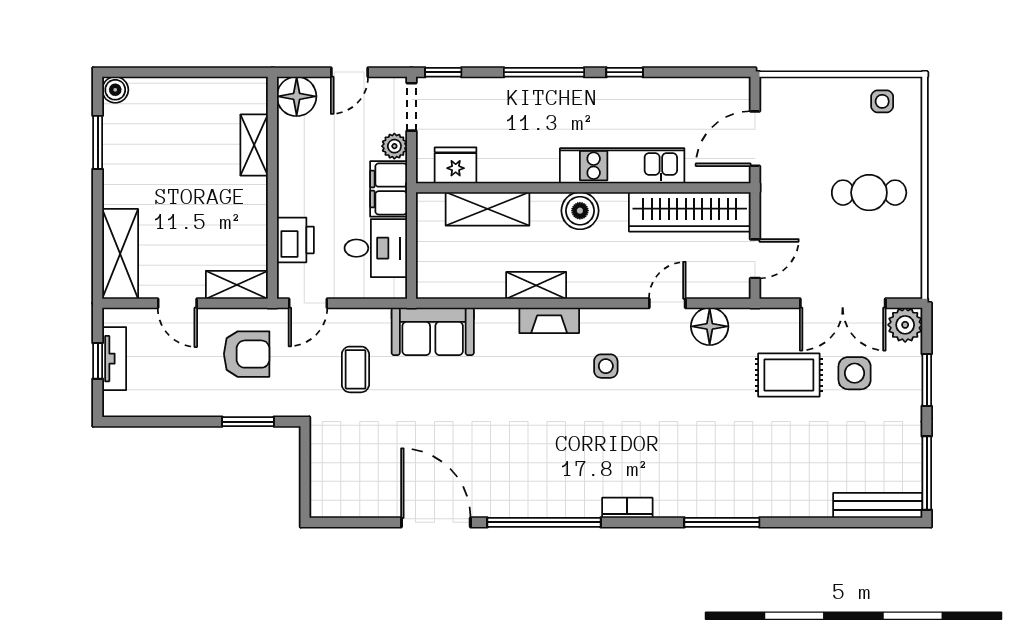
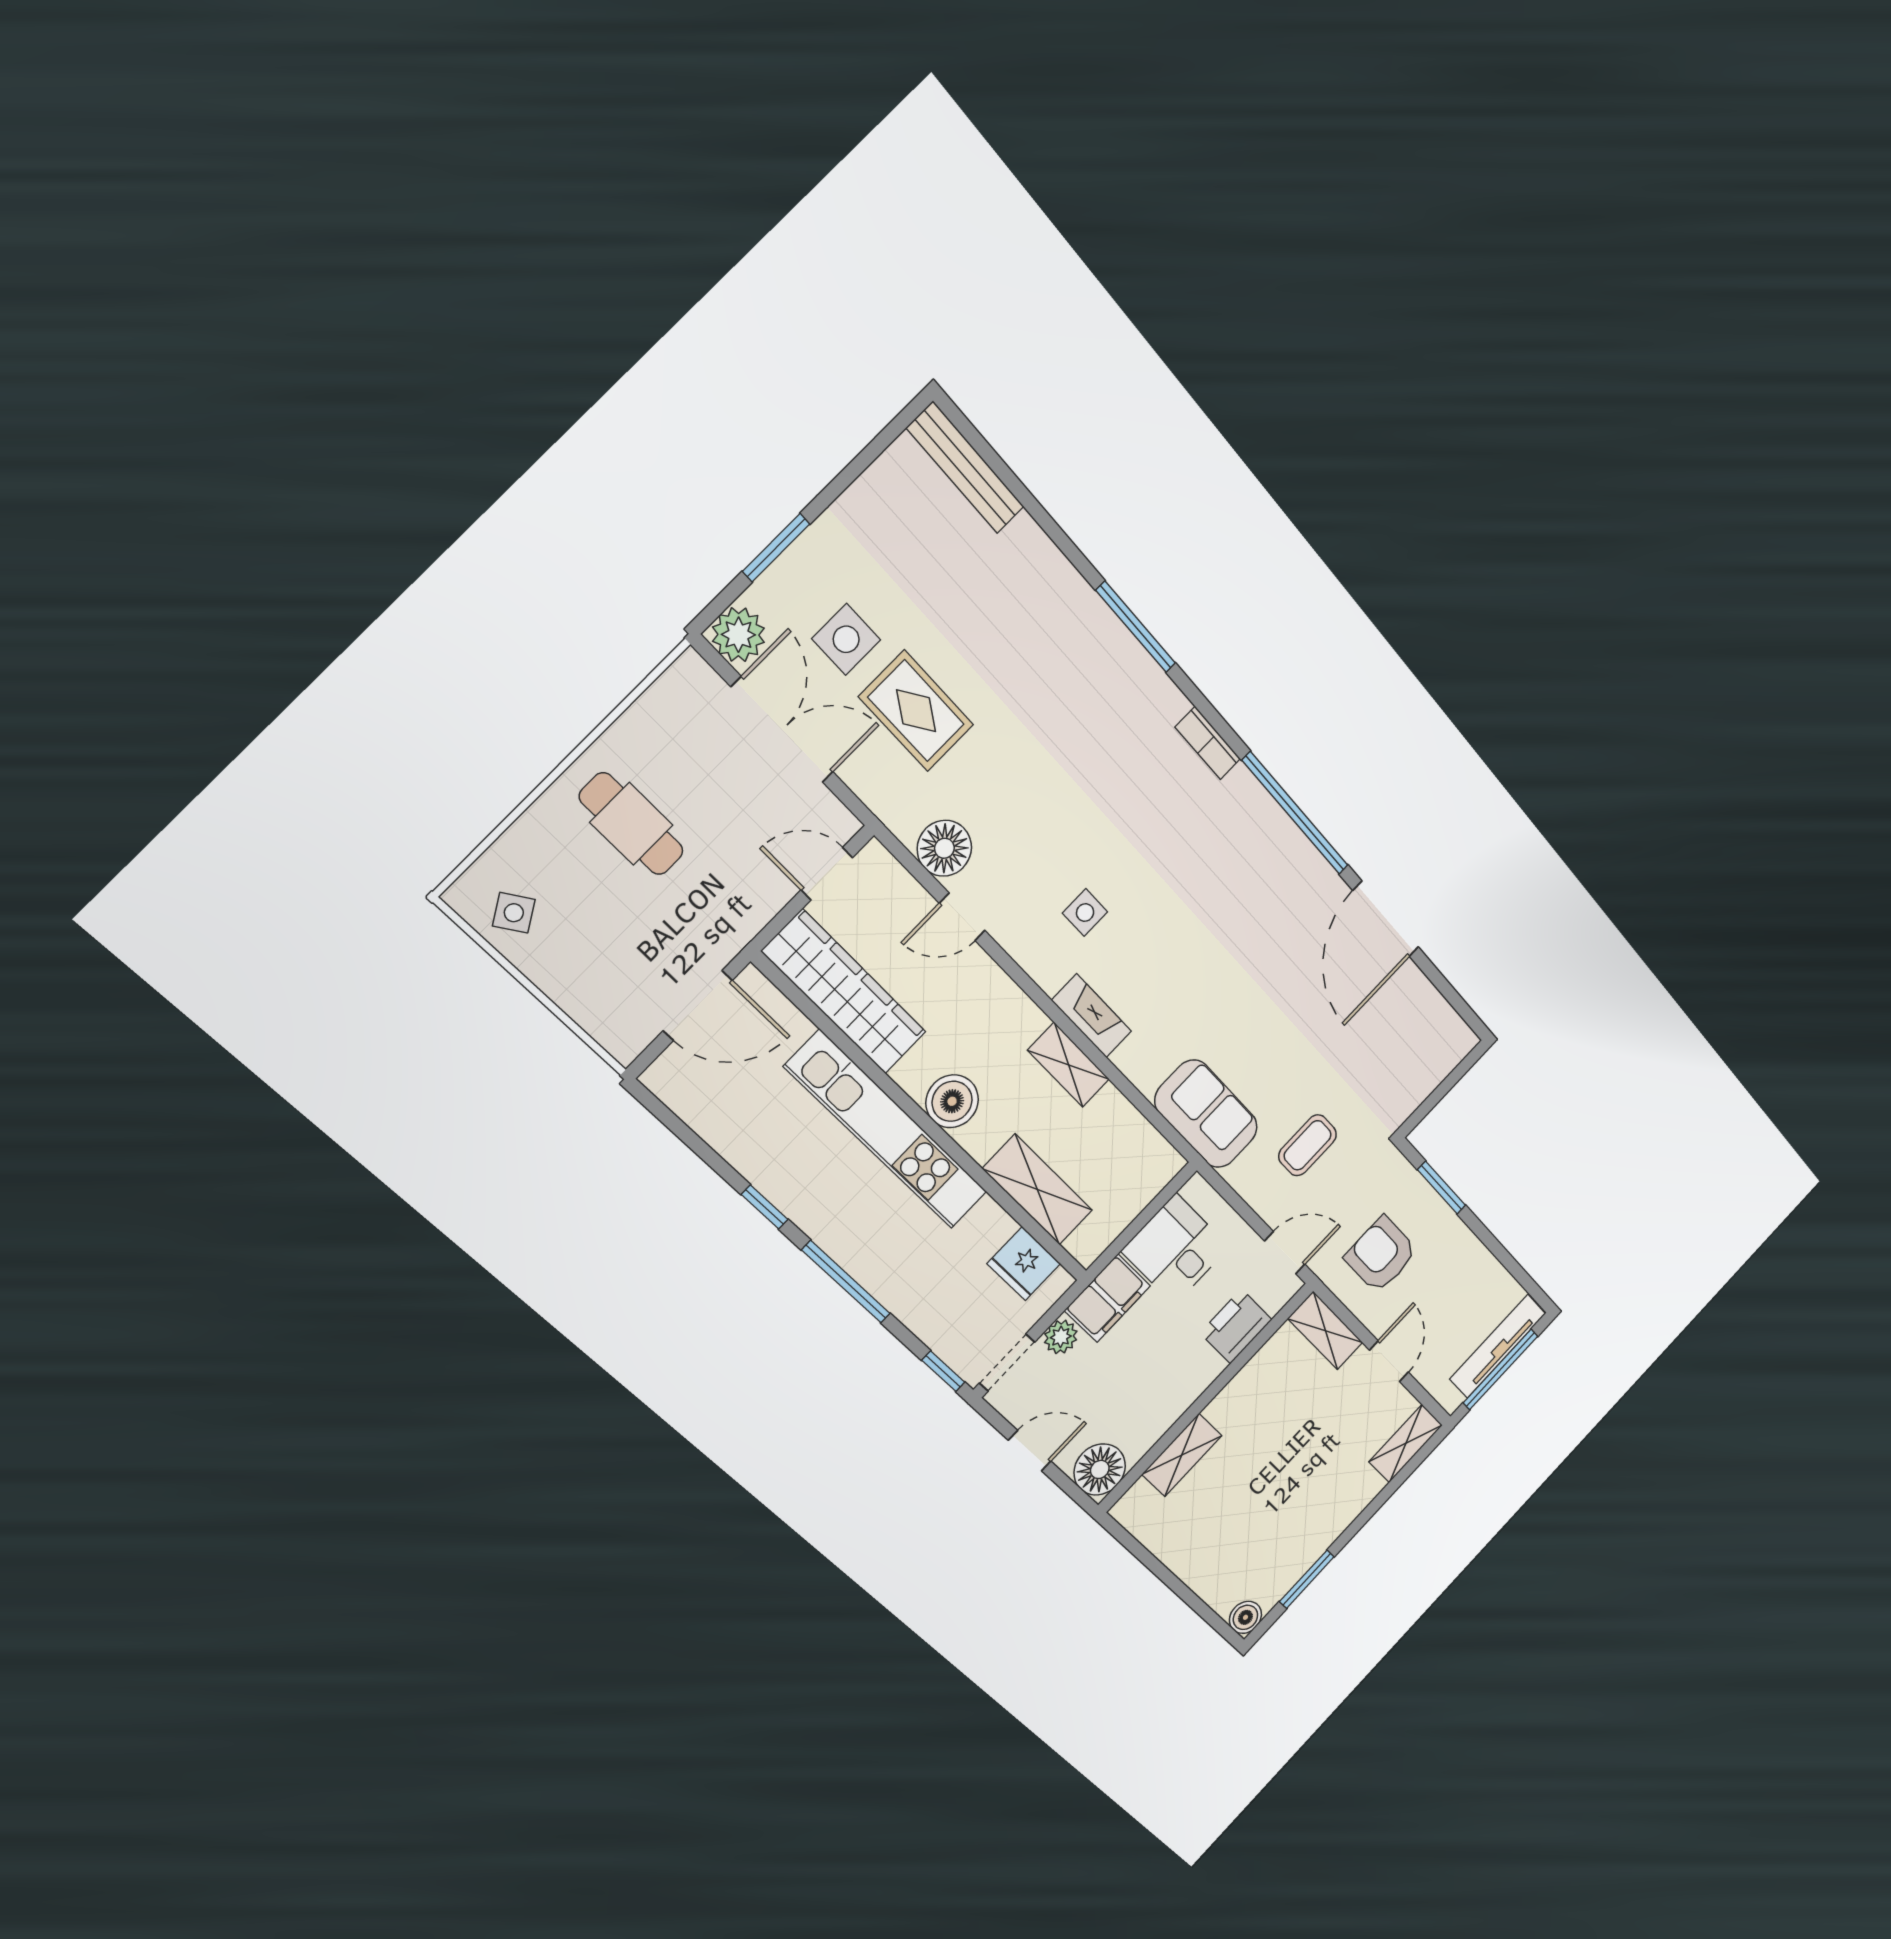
side table: (882, 101) -> (514, 913), turned -32
kitchen unit: (622, 166) -> (887, 1130), width x1.36
shelving: (120, 254) -> (1406, 1443), width x0.67, depth x0.75
tv unit: (114, 359) -> (1498, 1346), width x1.41
window: (98, 361) -> (1500, 1369), width x2.17
window: (927, 473) -> (879, 444), removed

